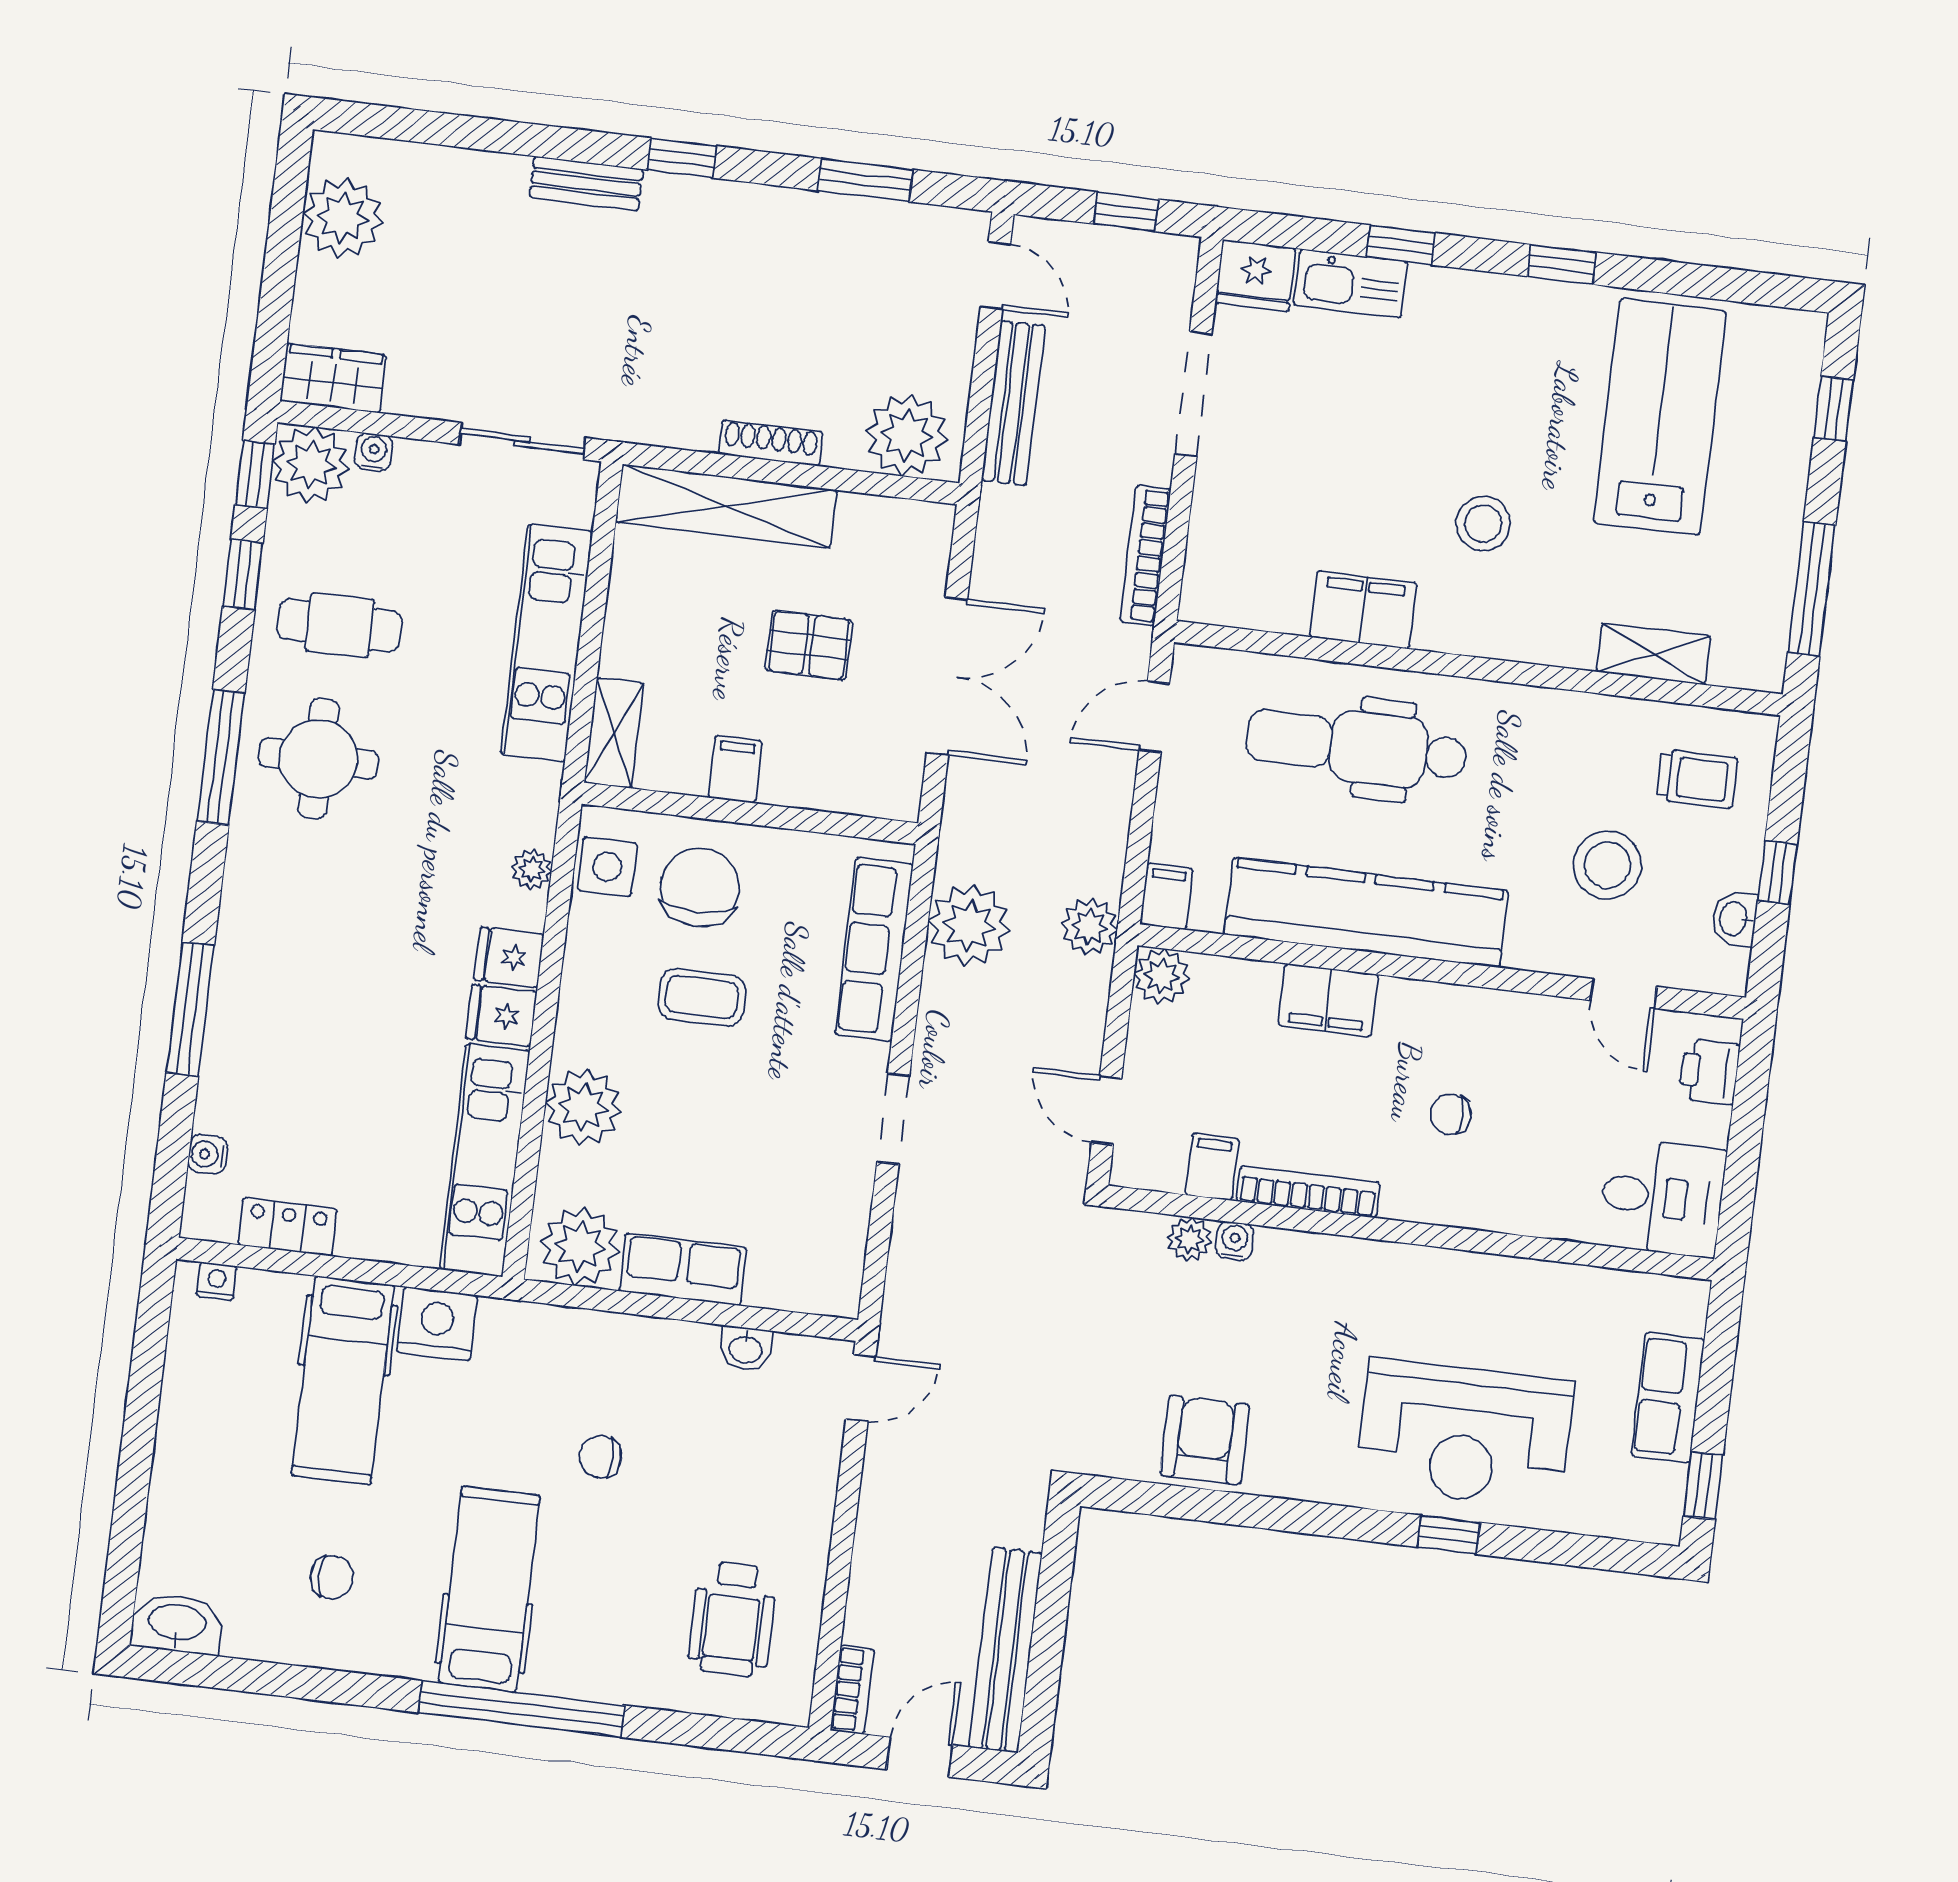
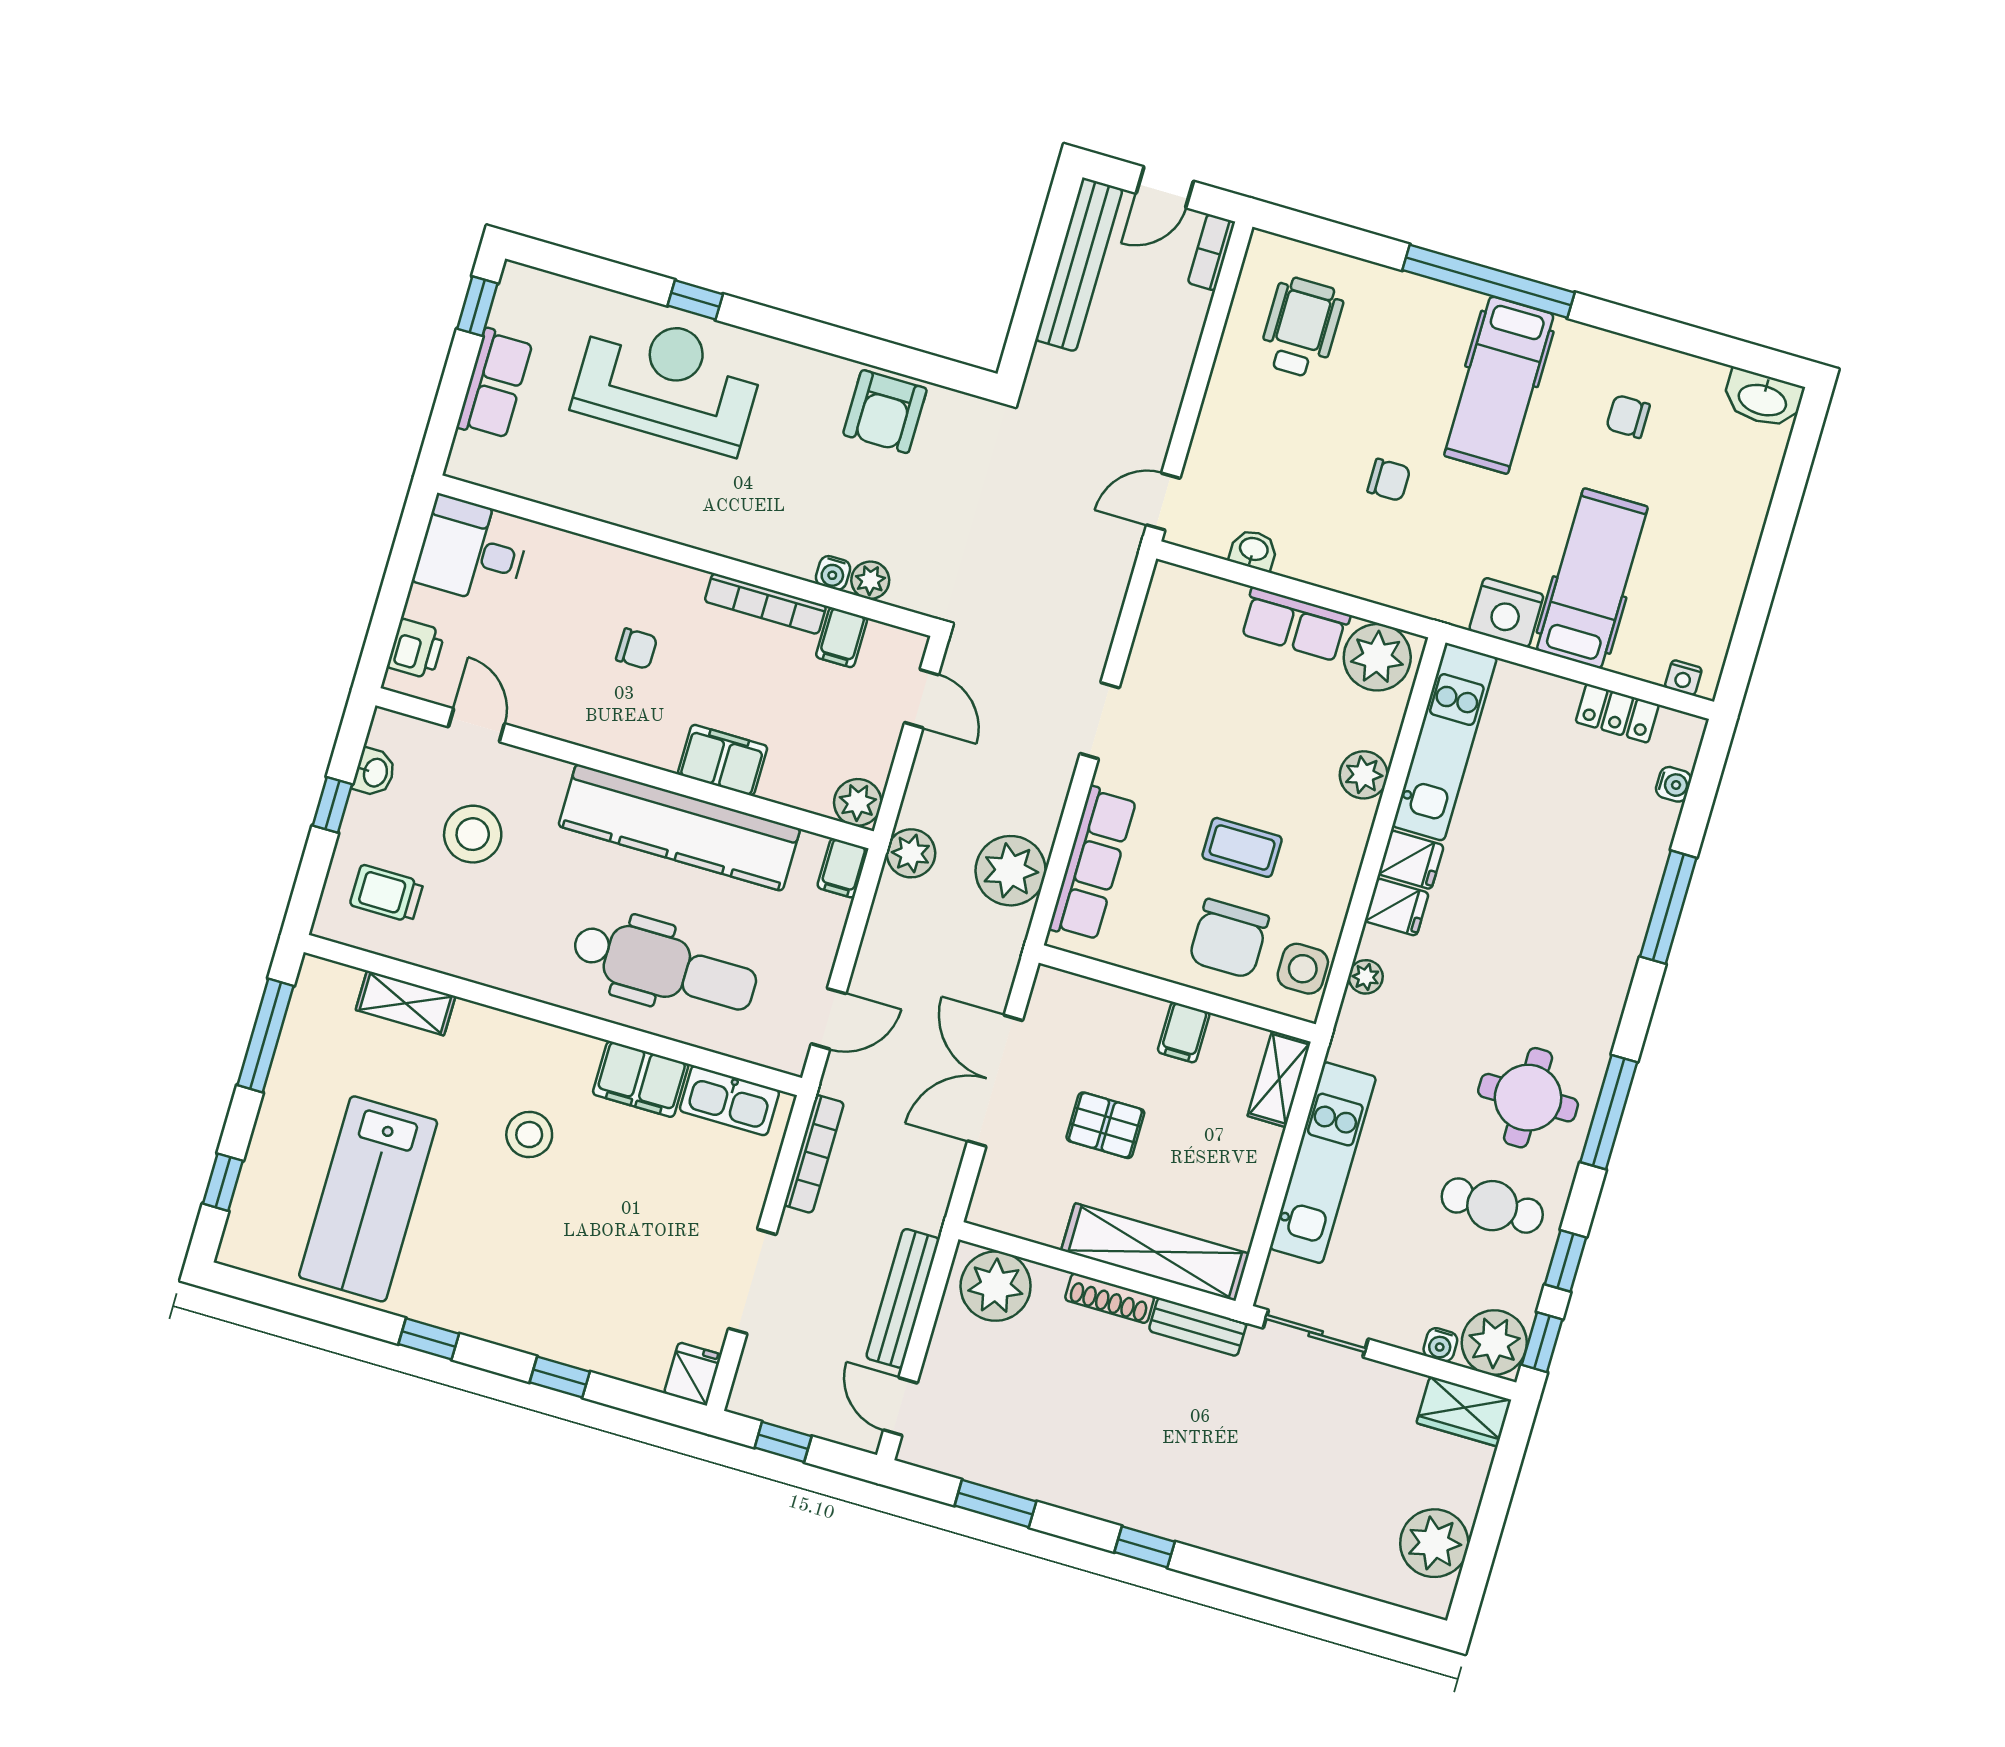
bench: (586, 183) -> (1198, 1327), moved
fridge: (1255, 275) -> (693, 1374), width x0.72
kitchen sink: (1351, 284) -> (729, 1101), moved, turned 180
plant: (583, 1107) -> (1364, 775), width x0.73, depth x0.73

